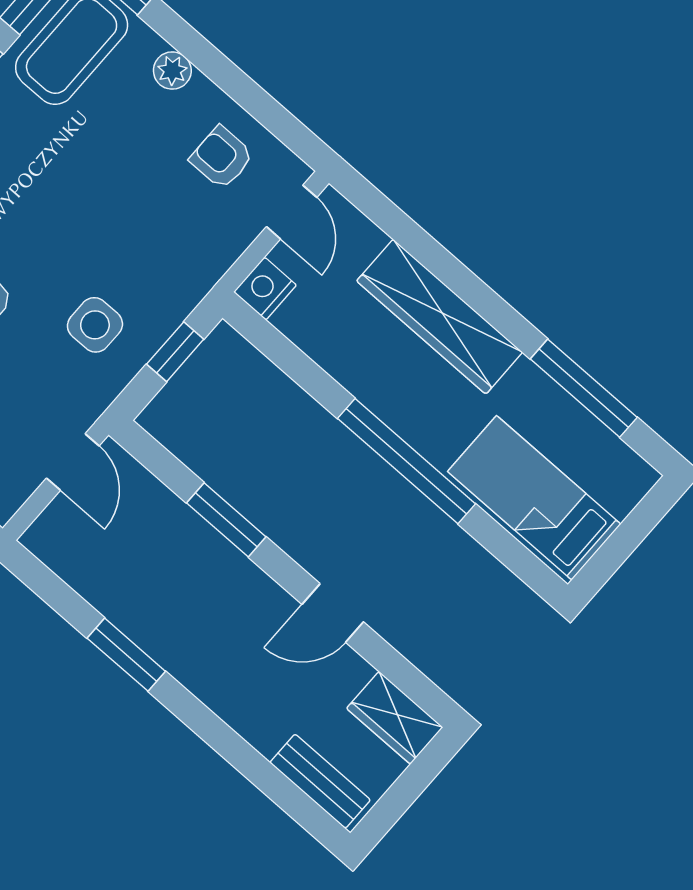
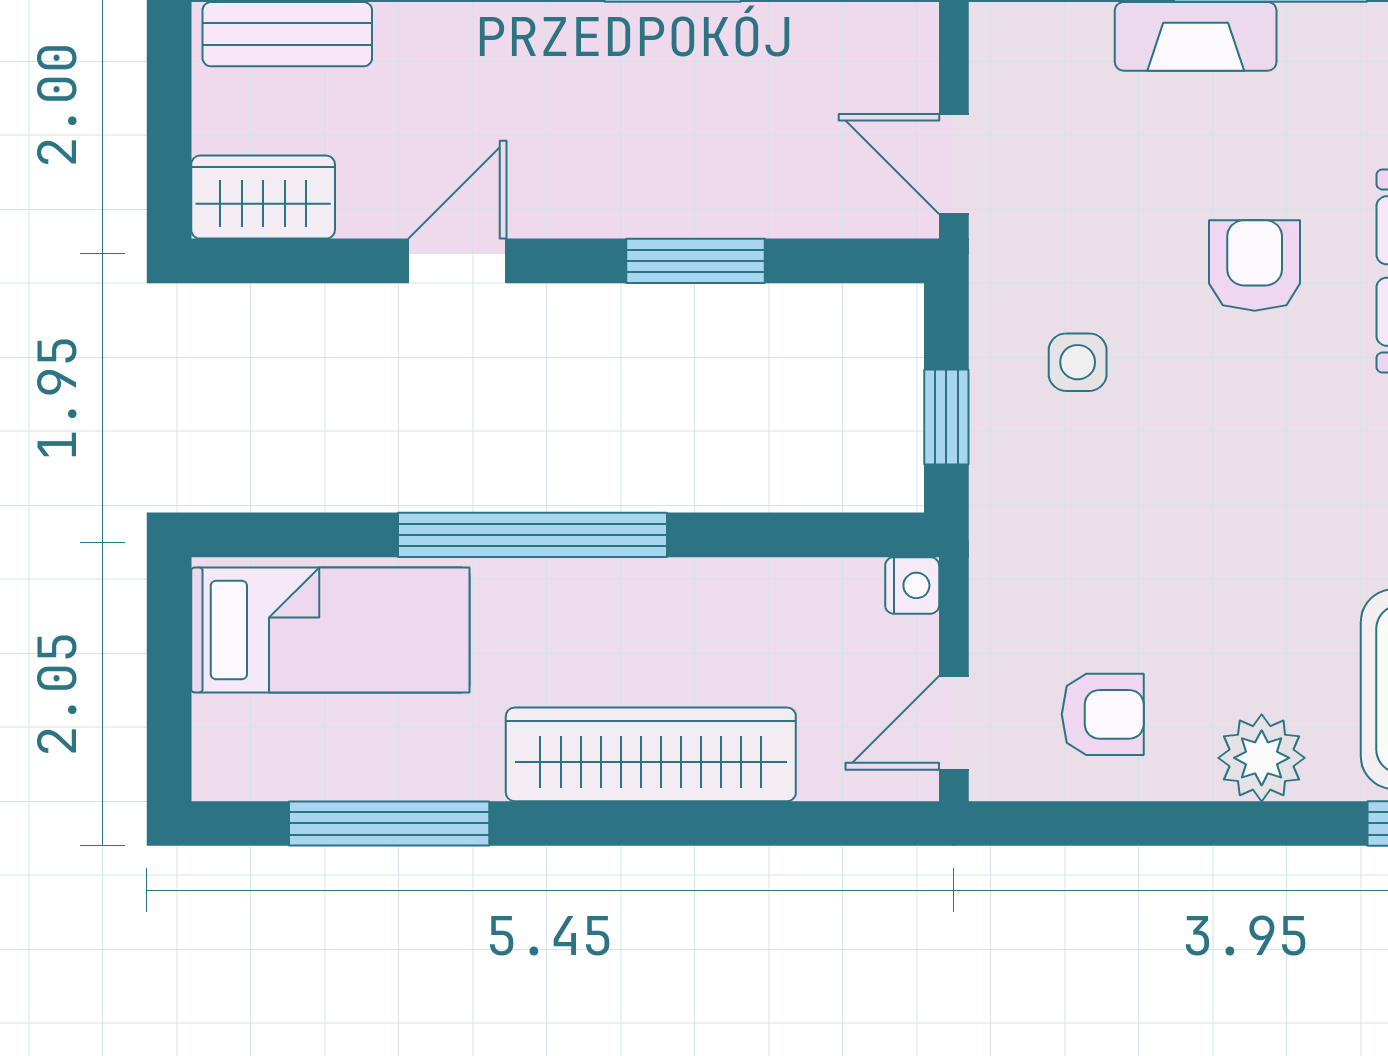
plant: (172, 71) -> (1262, 758), width x1.38, depth x1.38
door: (292, 212) -> (954, 723), hinge flipped
nightstand: (265, 289) -> (912, 585), width x0.72, depth x0.74
side table: (95, 325) -> (1078, 362), width x0.73, depth x0.73

